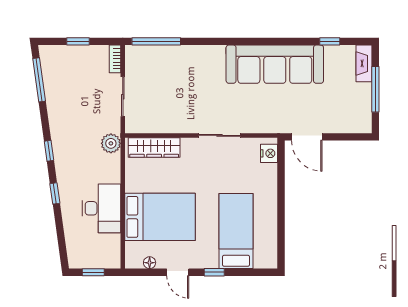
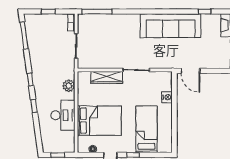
plant: (111, 143) -> (69, 86), moved
wardrobe: (154, 147) -> (107, 77), moved
nightstand: (269, 153) -> (167, 97), moved

